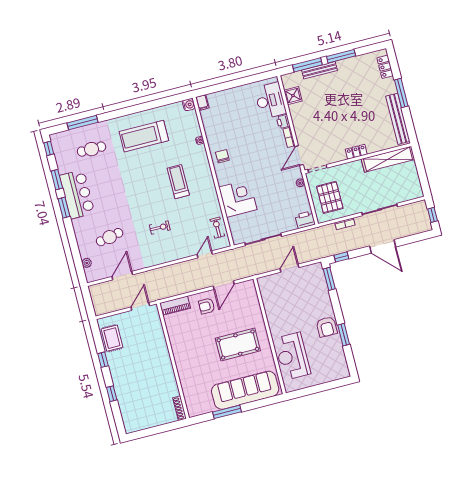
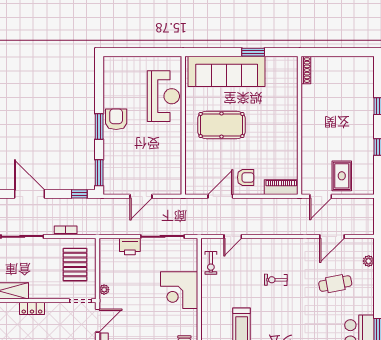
printer: (305, 220) -> (130, 246), moved
window: (344, 335) -> (99, 127), moved
rug: (112, 338) -> (342, 176), moved
window: (227, 412) -> (253, 52), width x0.69

